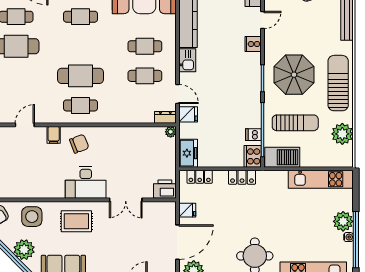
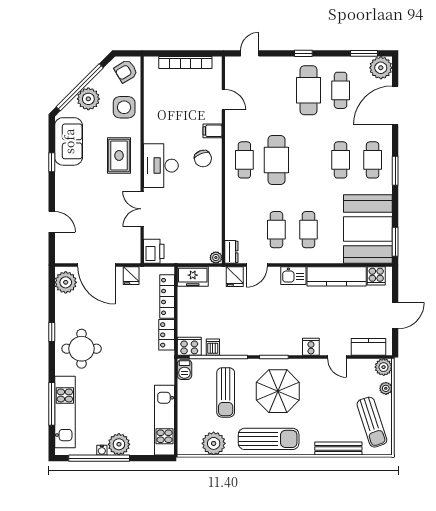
barbecue: (282, 157) -> (185, 370), width x0.53, depth x0.65
locker: (200, 177) -> (167, 296), width x1.53

